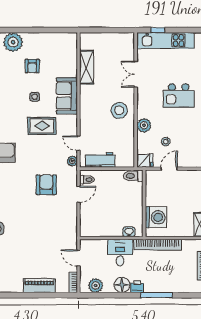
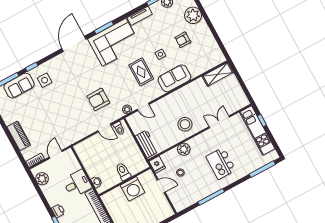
shelving: (87, 67) -> (218, 74), moved
door: (79, 143) -> (143, 107), swing flipped
workbench: (100, 160) -> (147, 144), moved
toilet: (133, 176) -> (123, 172), moved
armchair: (46, 185) -> (98, 99), turned 180
washing machine: (156, 217) -> (133, 189), moved
floor lamp: (122, 285) -> (53, 198), removed

